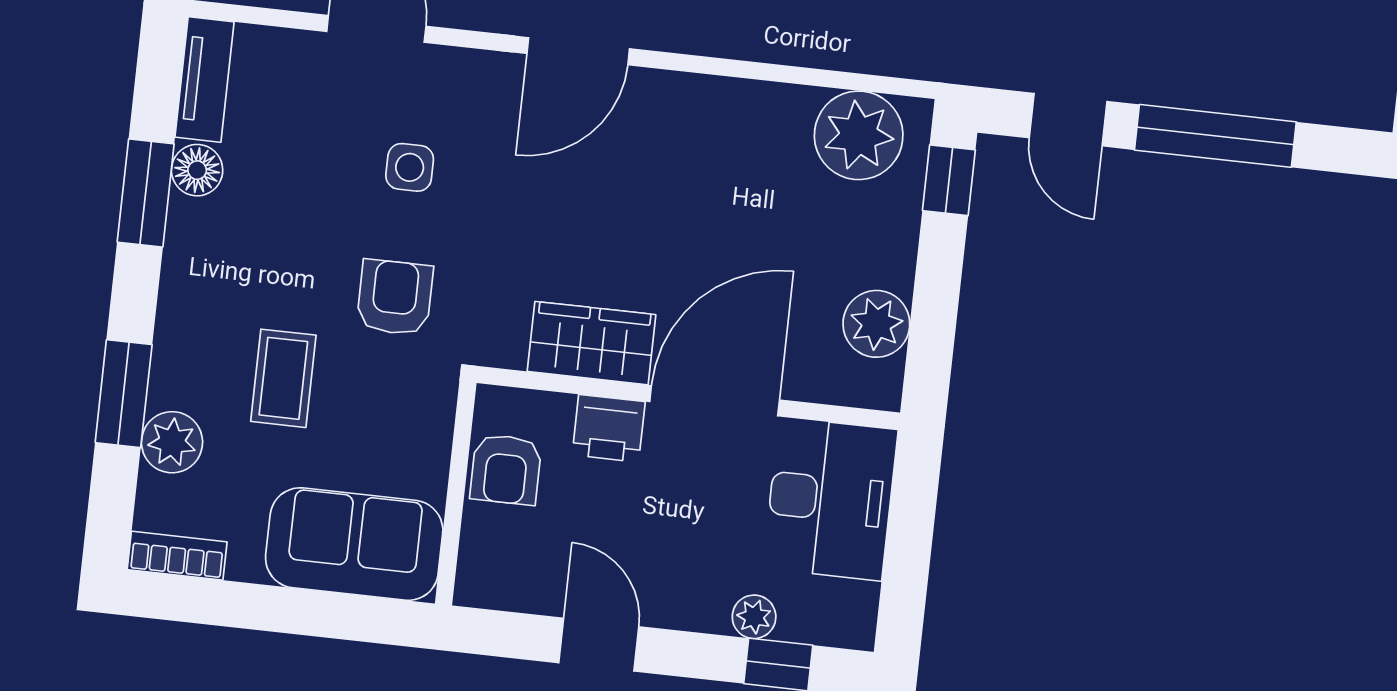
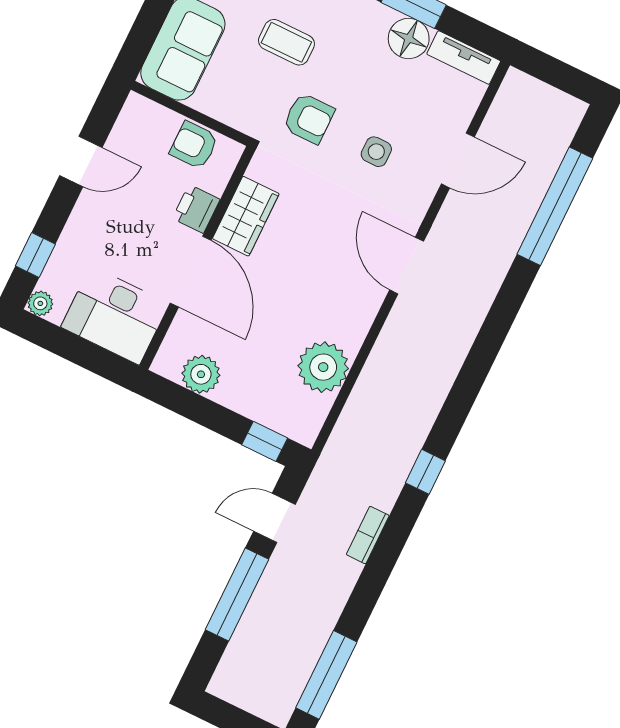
plant: (859, 135) -> (323, 367), moved
floor lamp: (197, 170) -> (409, 38), width x1.38, depth x1.38
plant: (754, 617) -> (40, 303), moved

